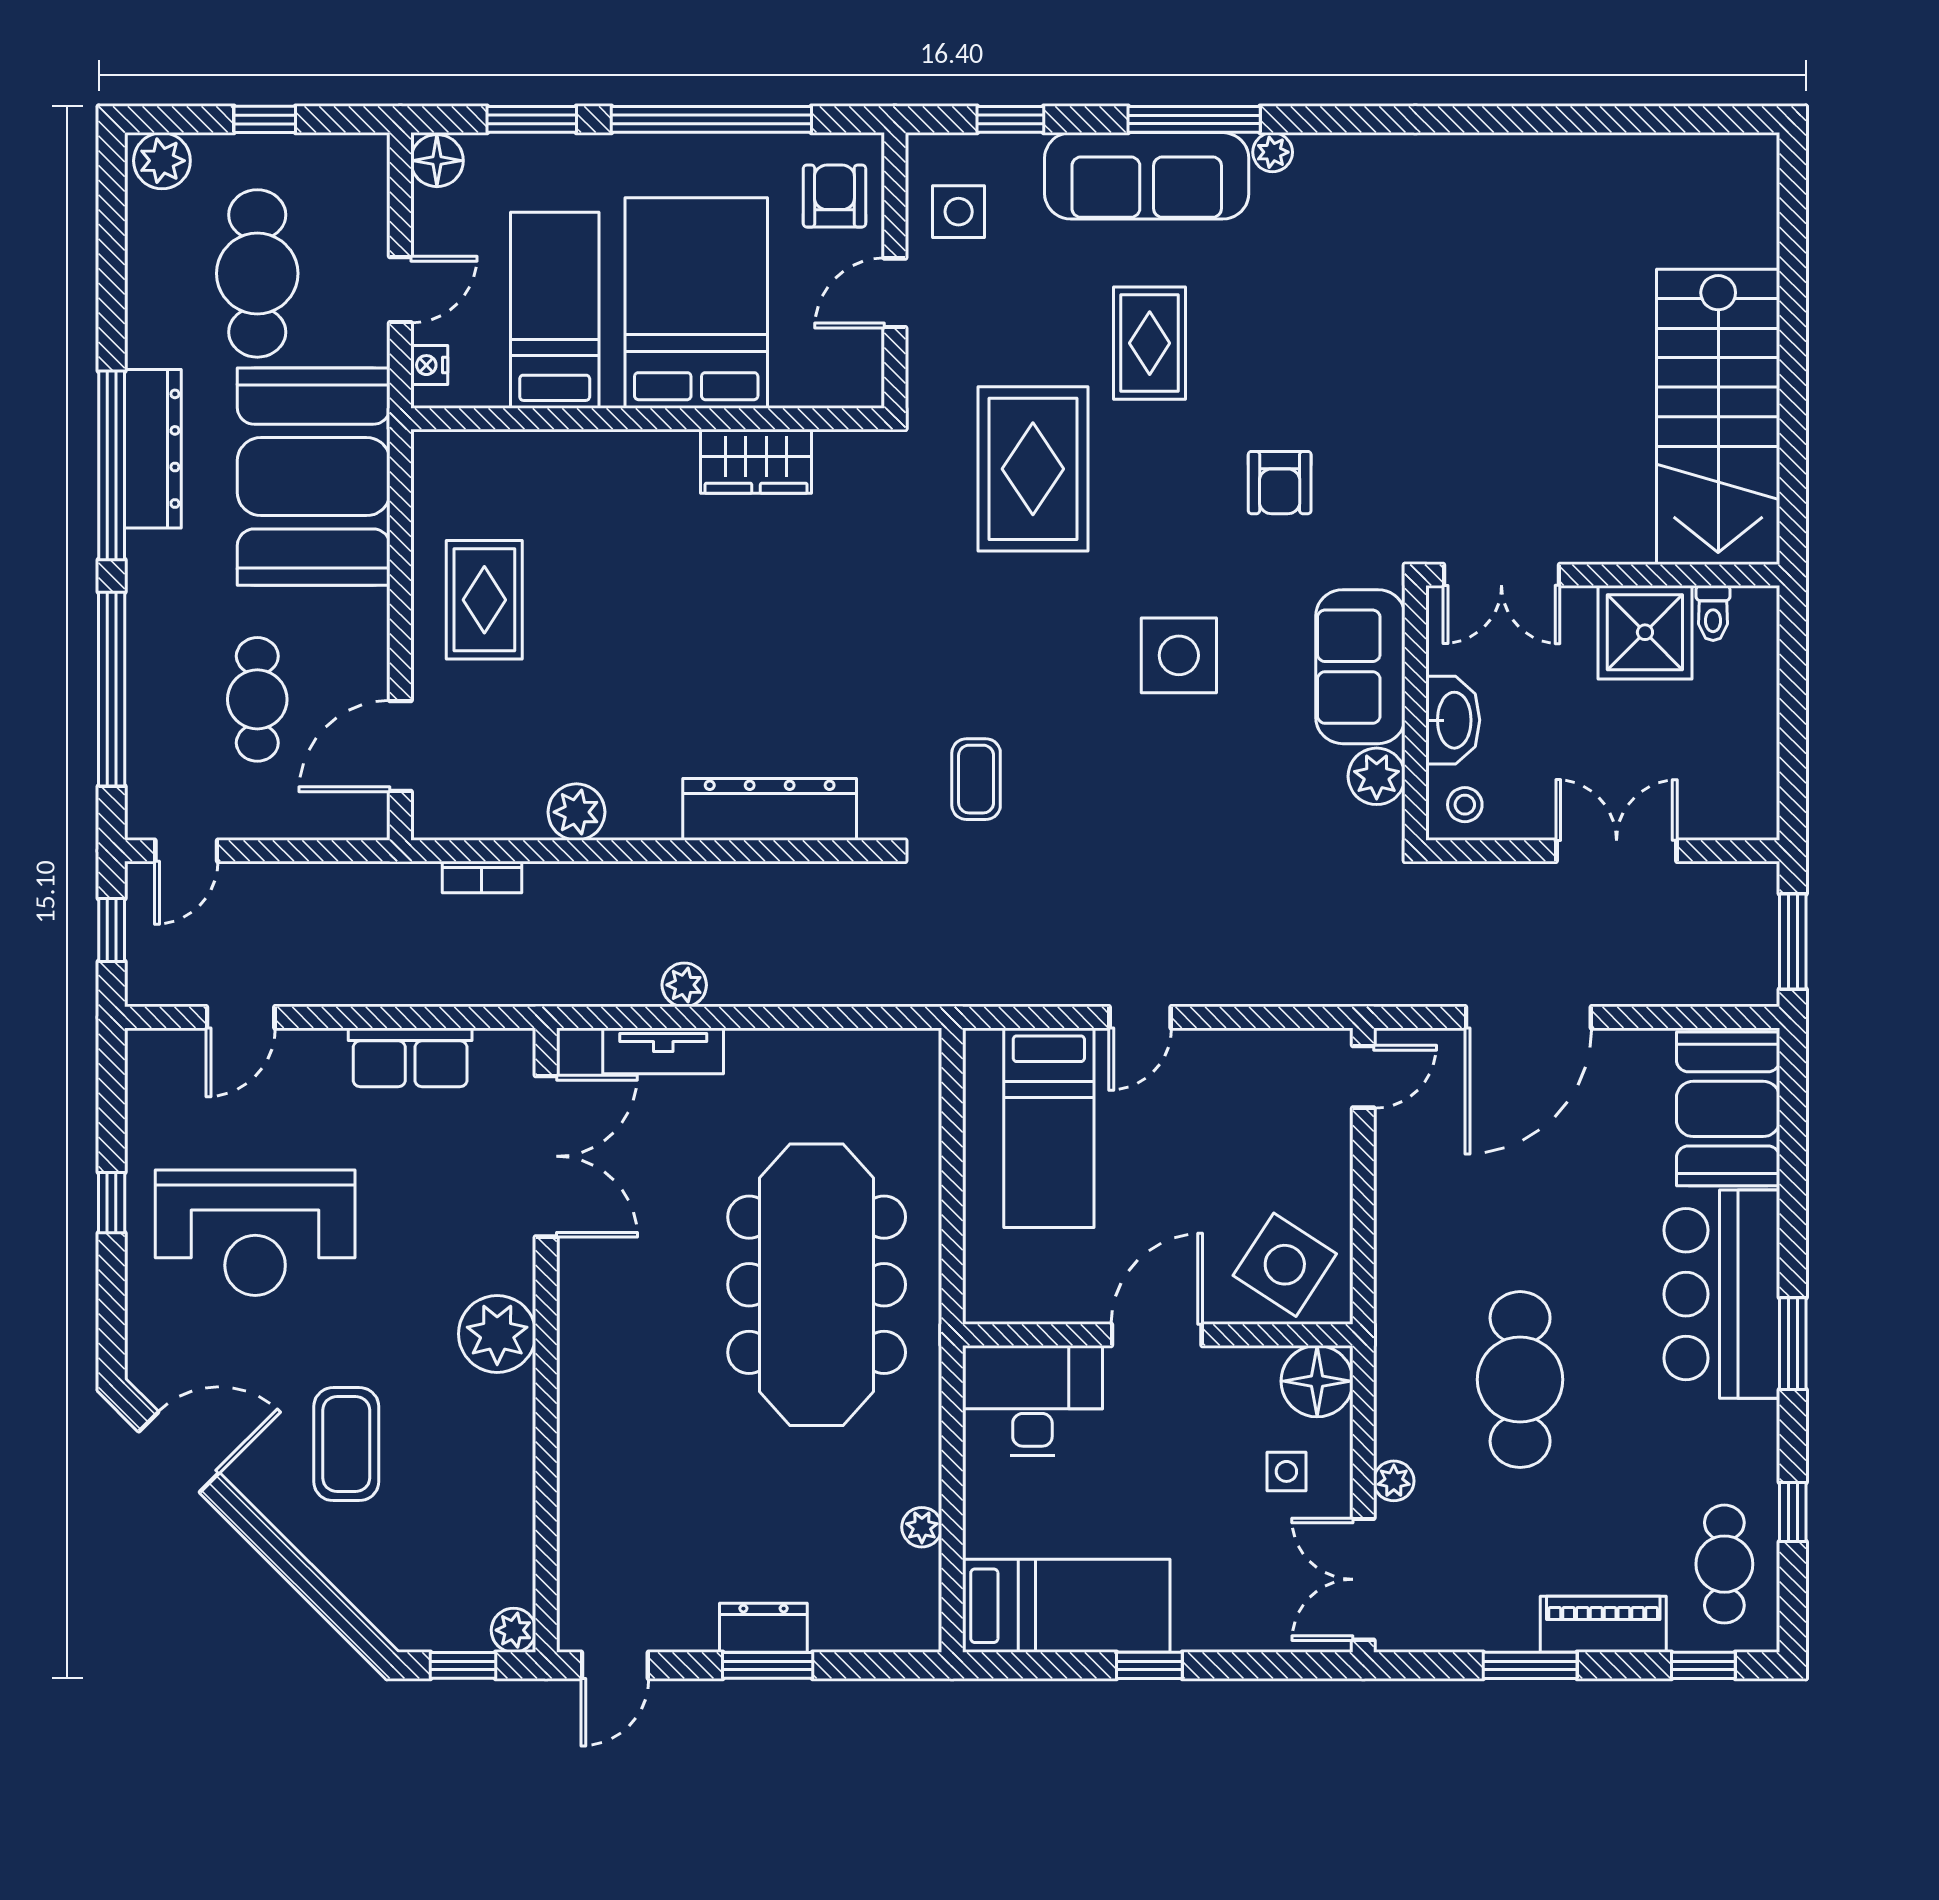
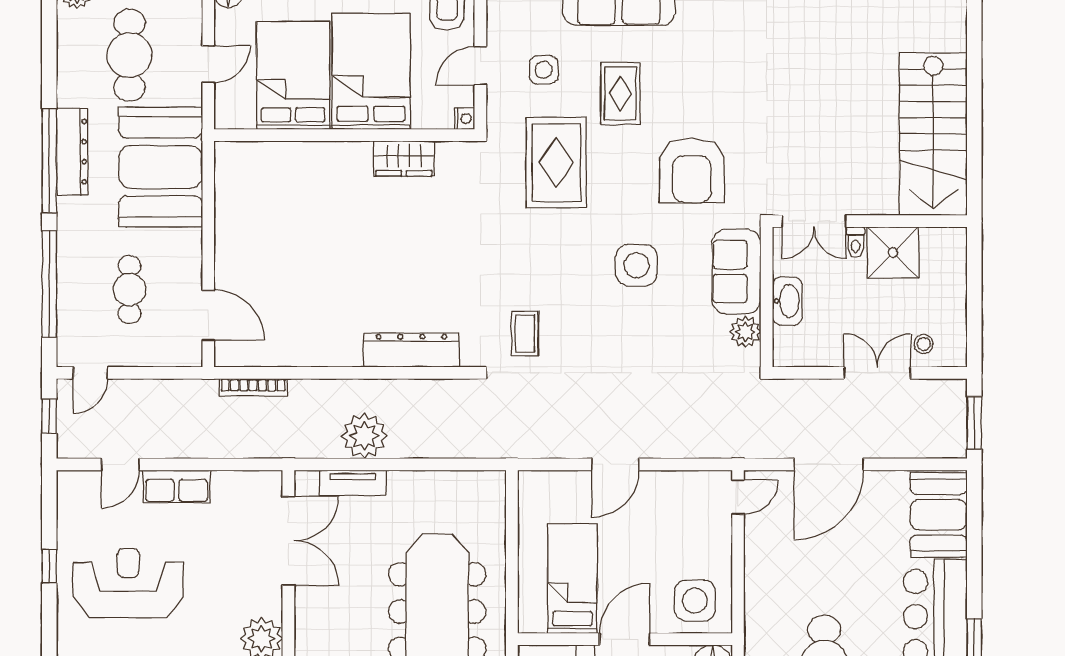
side table: (959, 212) -> (544, 70), moved
bed: (555, 310) -> (293, 75), width x1.50
nightstand: (429, 365) -> (464, 119), moved, turned 180
armchair: (1280, 483) -> (692, 170), width x1.88, depth x1.88
rug: (484, 600) -> (254, 235), removed
toilet: (1713, 613) -> (856, 242), moved
door: (400, 746) -> (208, 315), swing flipped
stool: (1465, 805) -> (924, 344), moved
plant: (576, 812) -> (305, 352), removed
bookcase: (482, 877) -> (253, 387), width x1.56
plant: (684, 985) -> (364, 436), width x1.88, depth x1.88
door: (1140, 1017) -> (615, 464), width x1.37
row of seats: (410, 1057) -> (176, 486), moved
bed: (1049, 1128) -> (572, 578), moved, turned 180
reception desk: (255, 1233) -> (128, 583), turned 180
side table: (1285, 1265) -> (695, 601), turned -33

